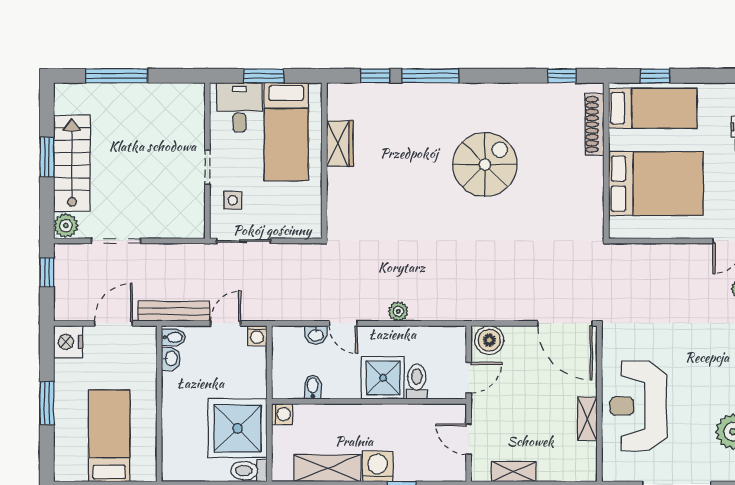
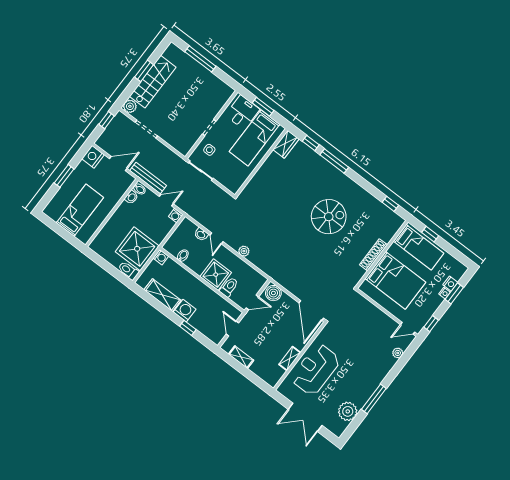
shoe rack: (594, 124) -> (374, 255), moved
wardrobe: (340, 144) -> (286, 144), moved

